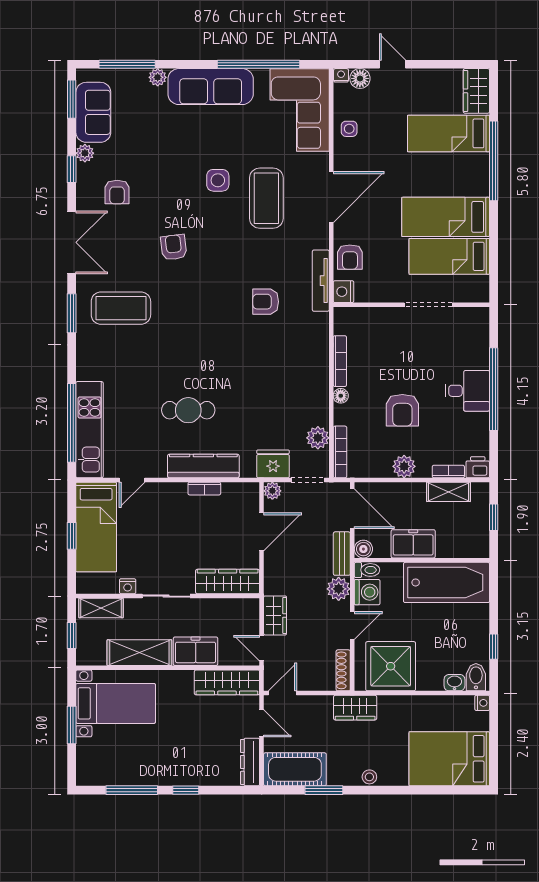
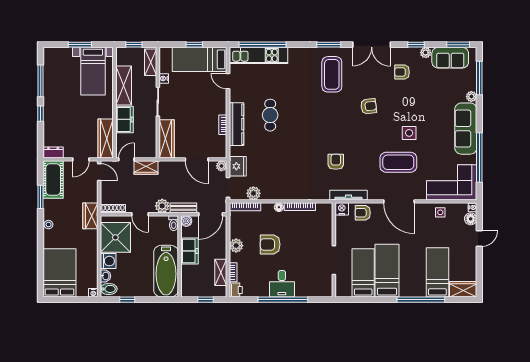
washing machine: (367, 592) -> (108, 261), moved, turned -90
dresser: (250, 762) -> (53, 152), width x0.70

